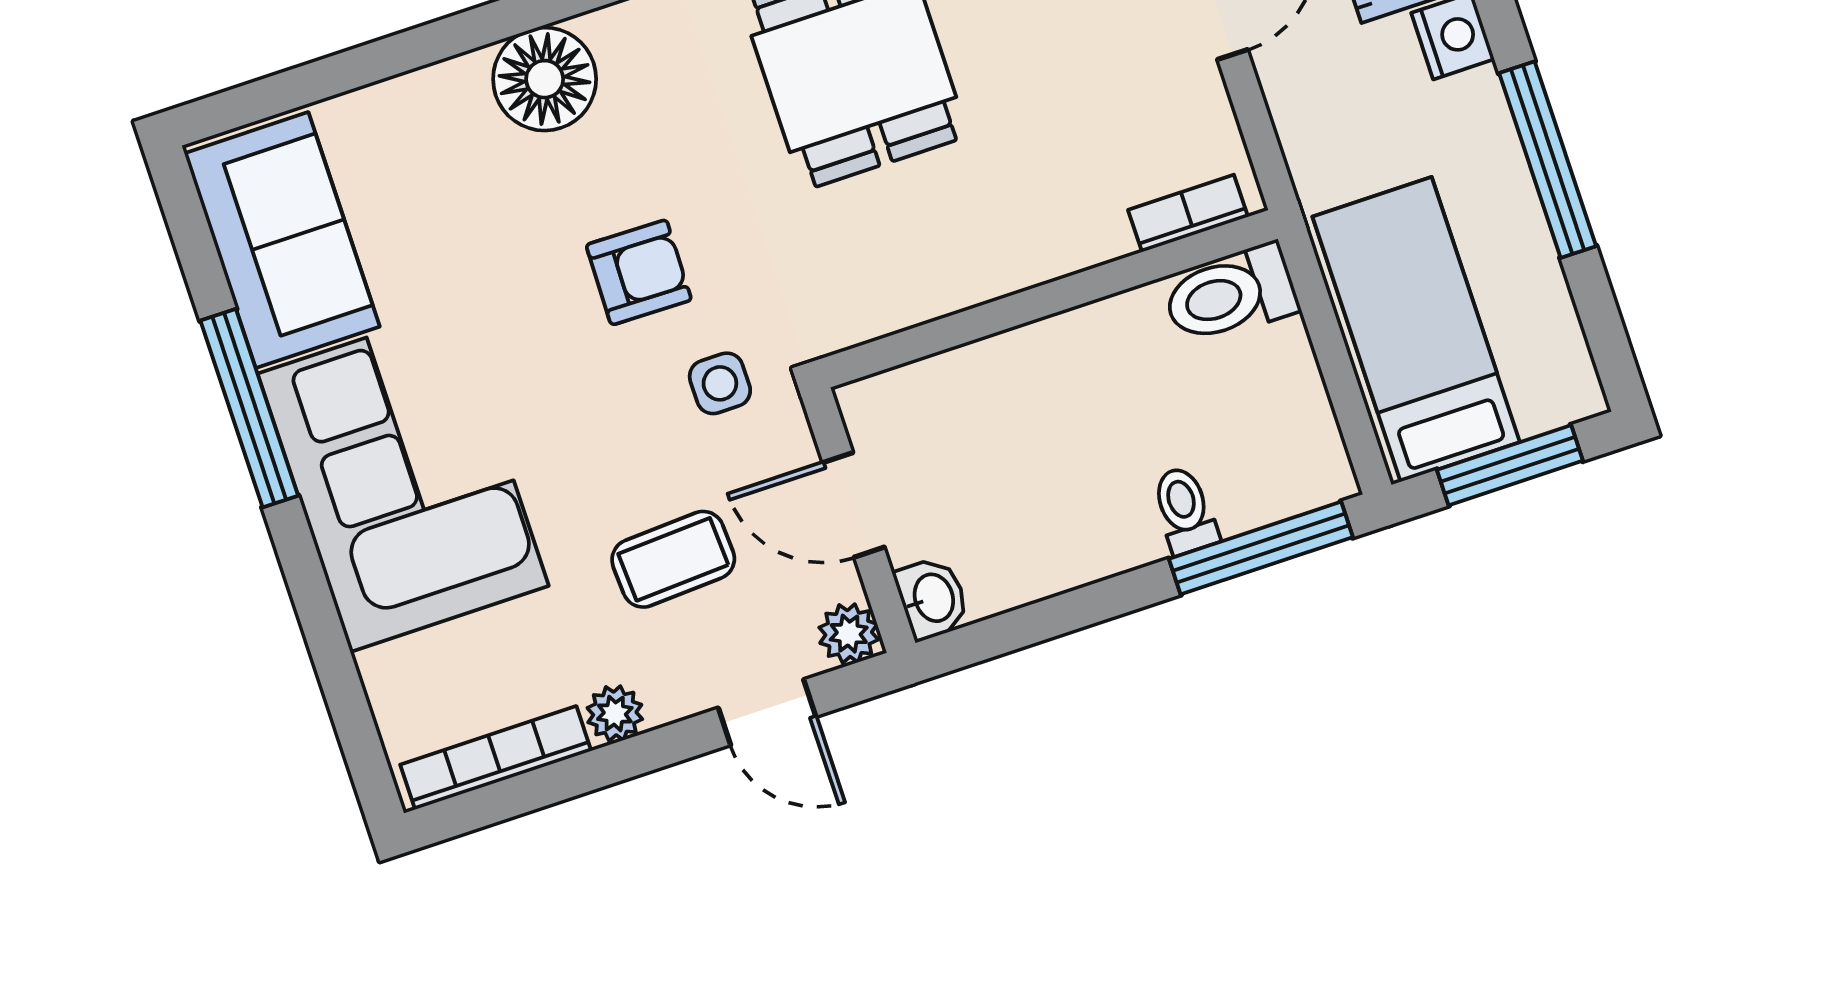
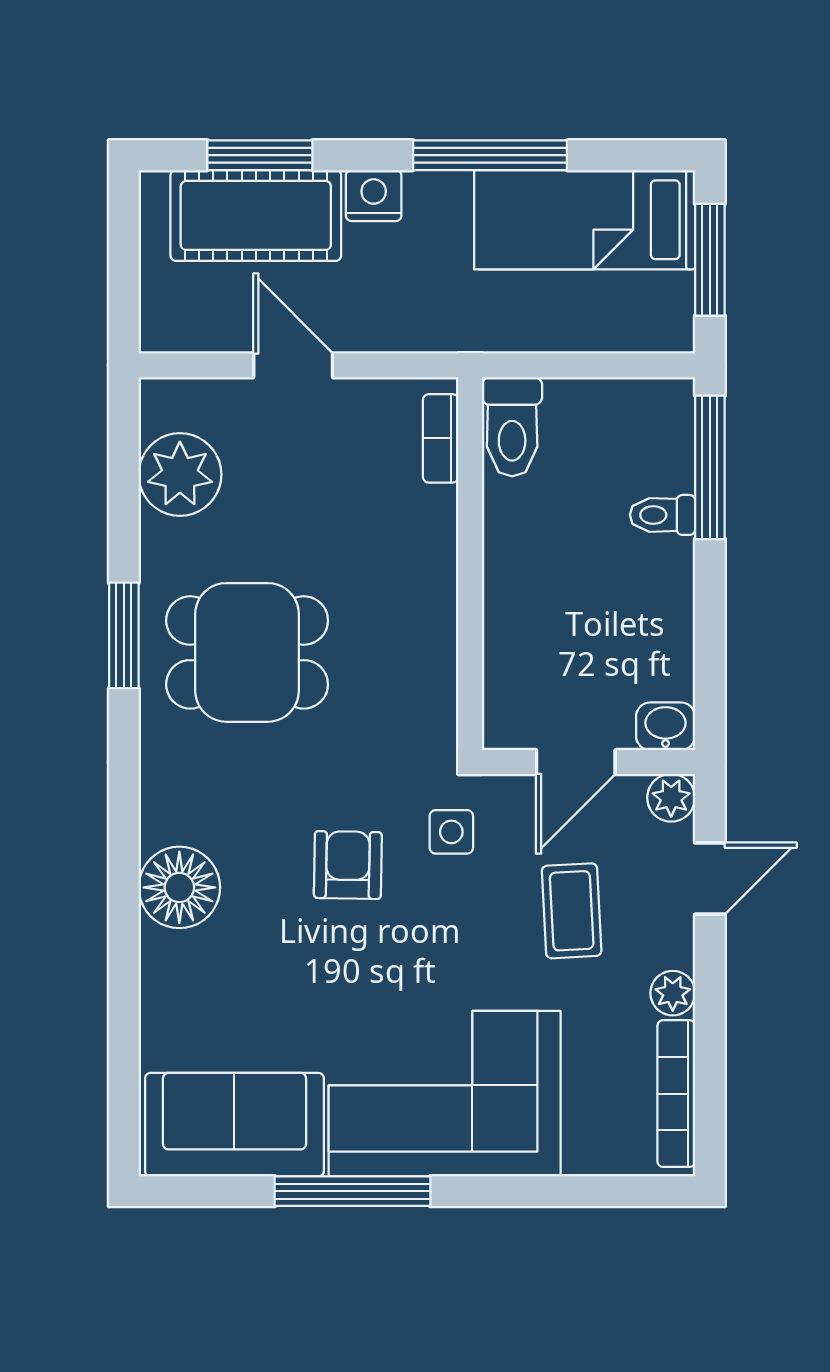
bed: (1416, 329) -> (585, 220), moved

